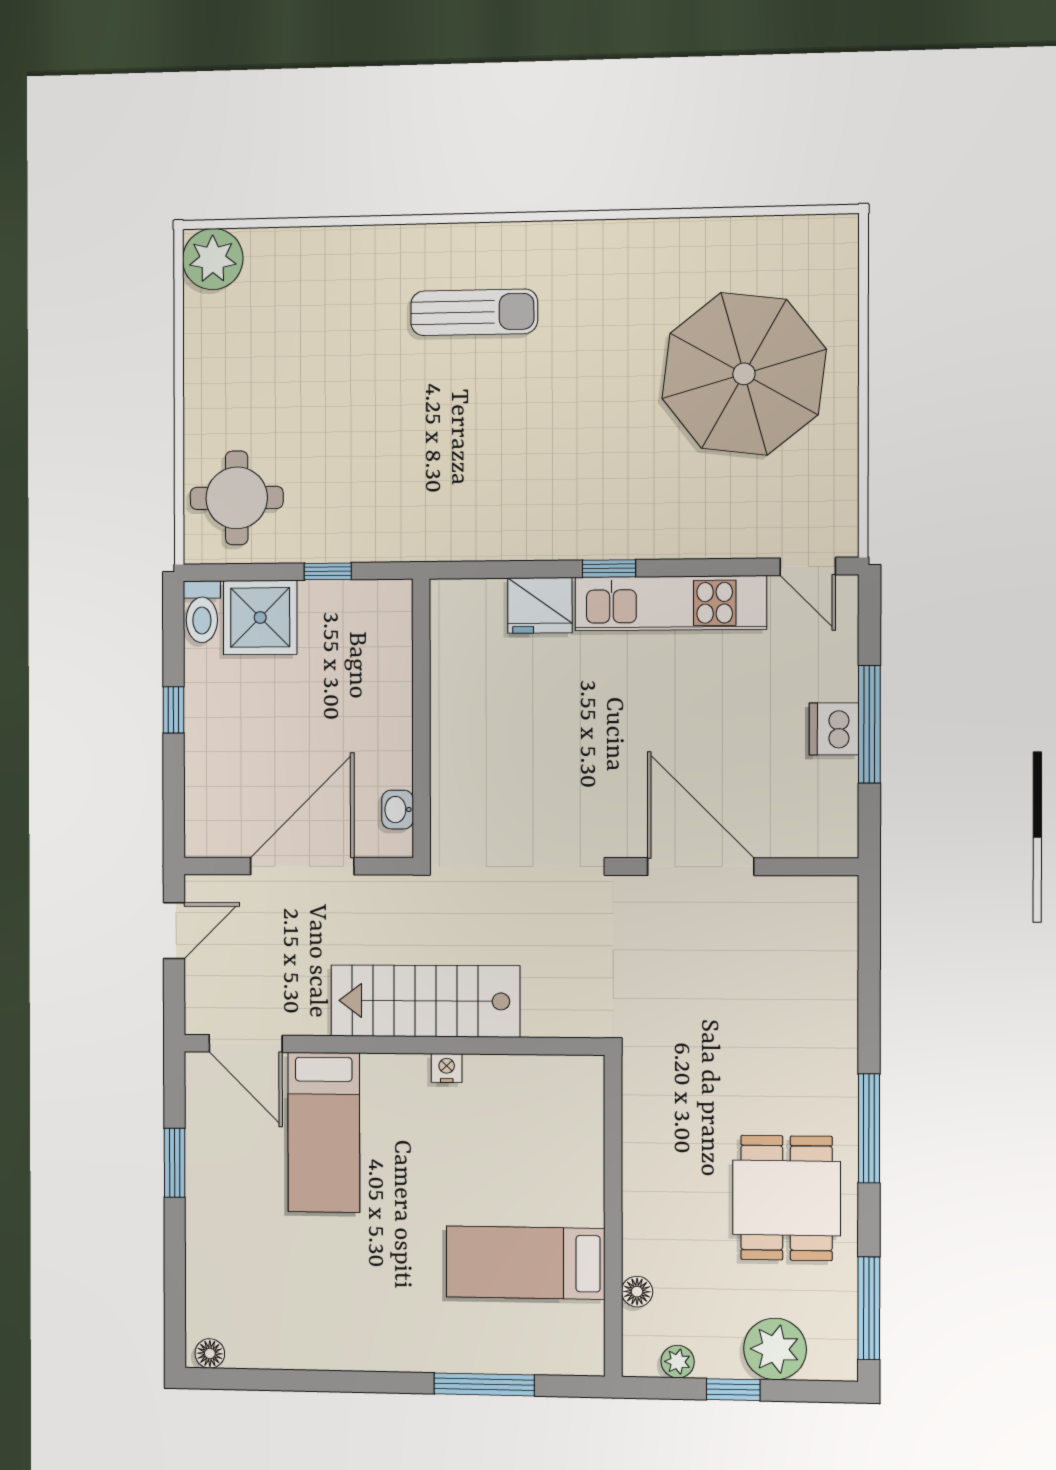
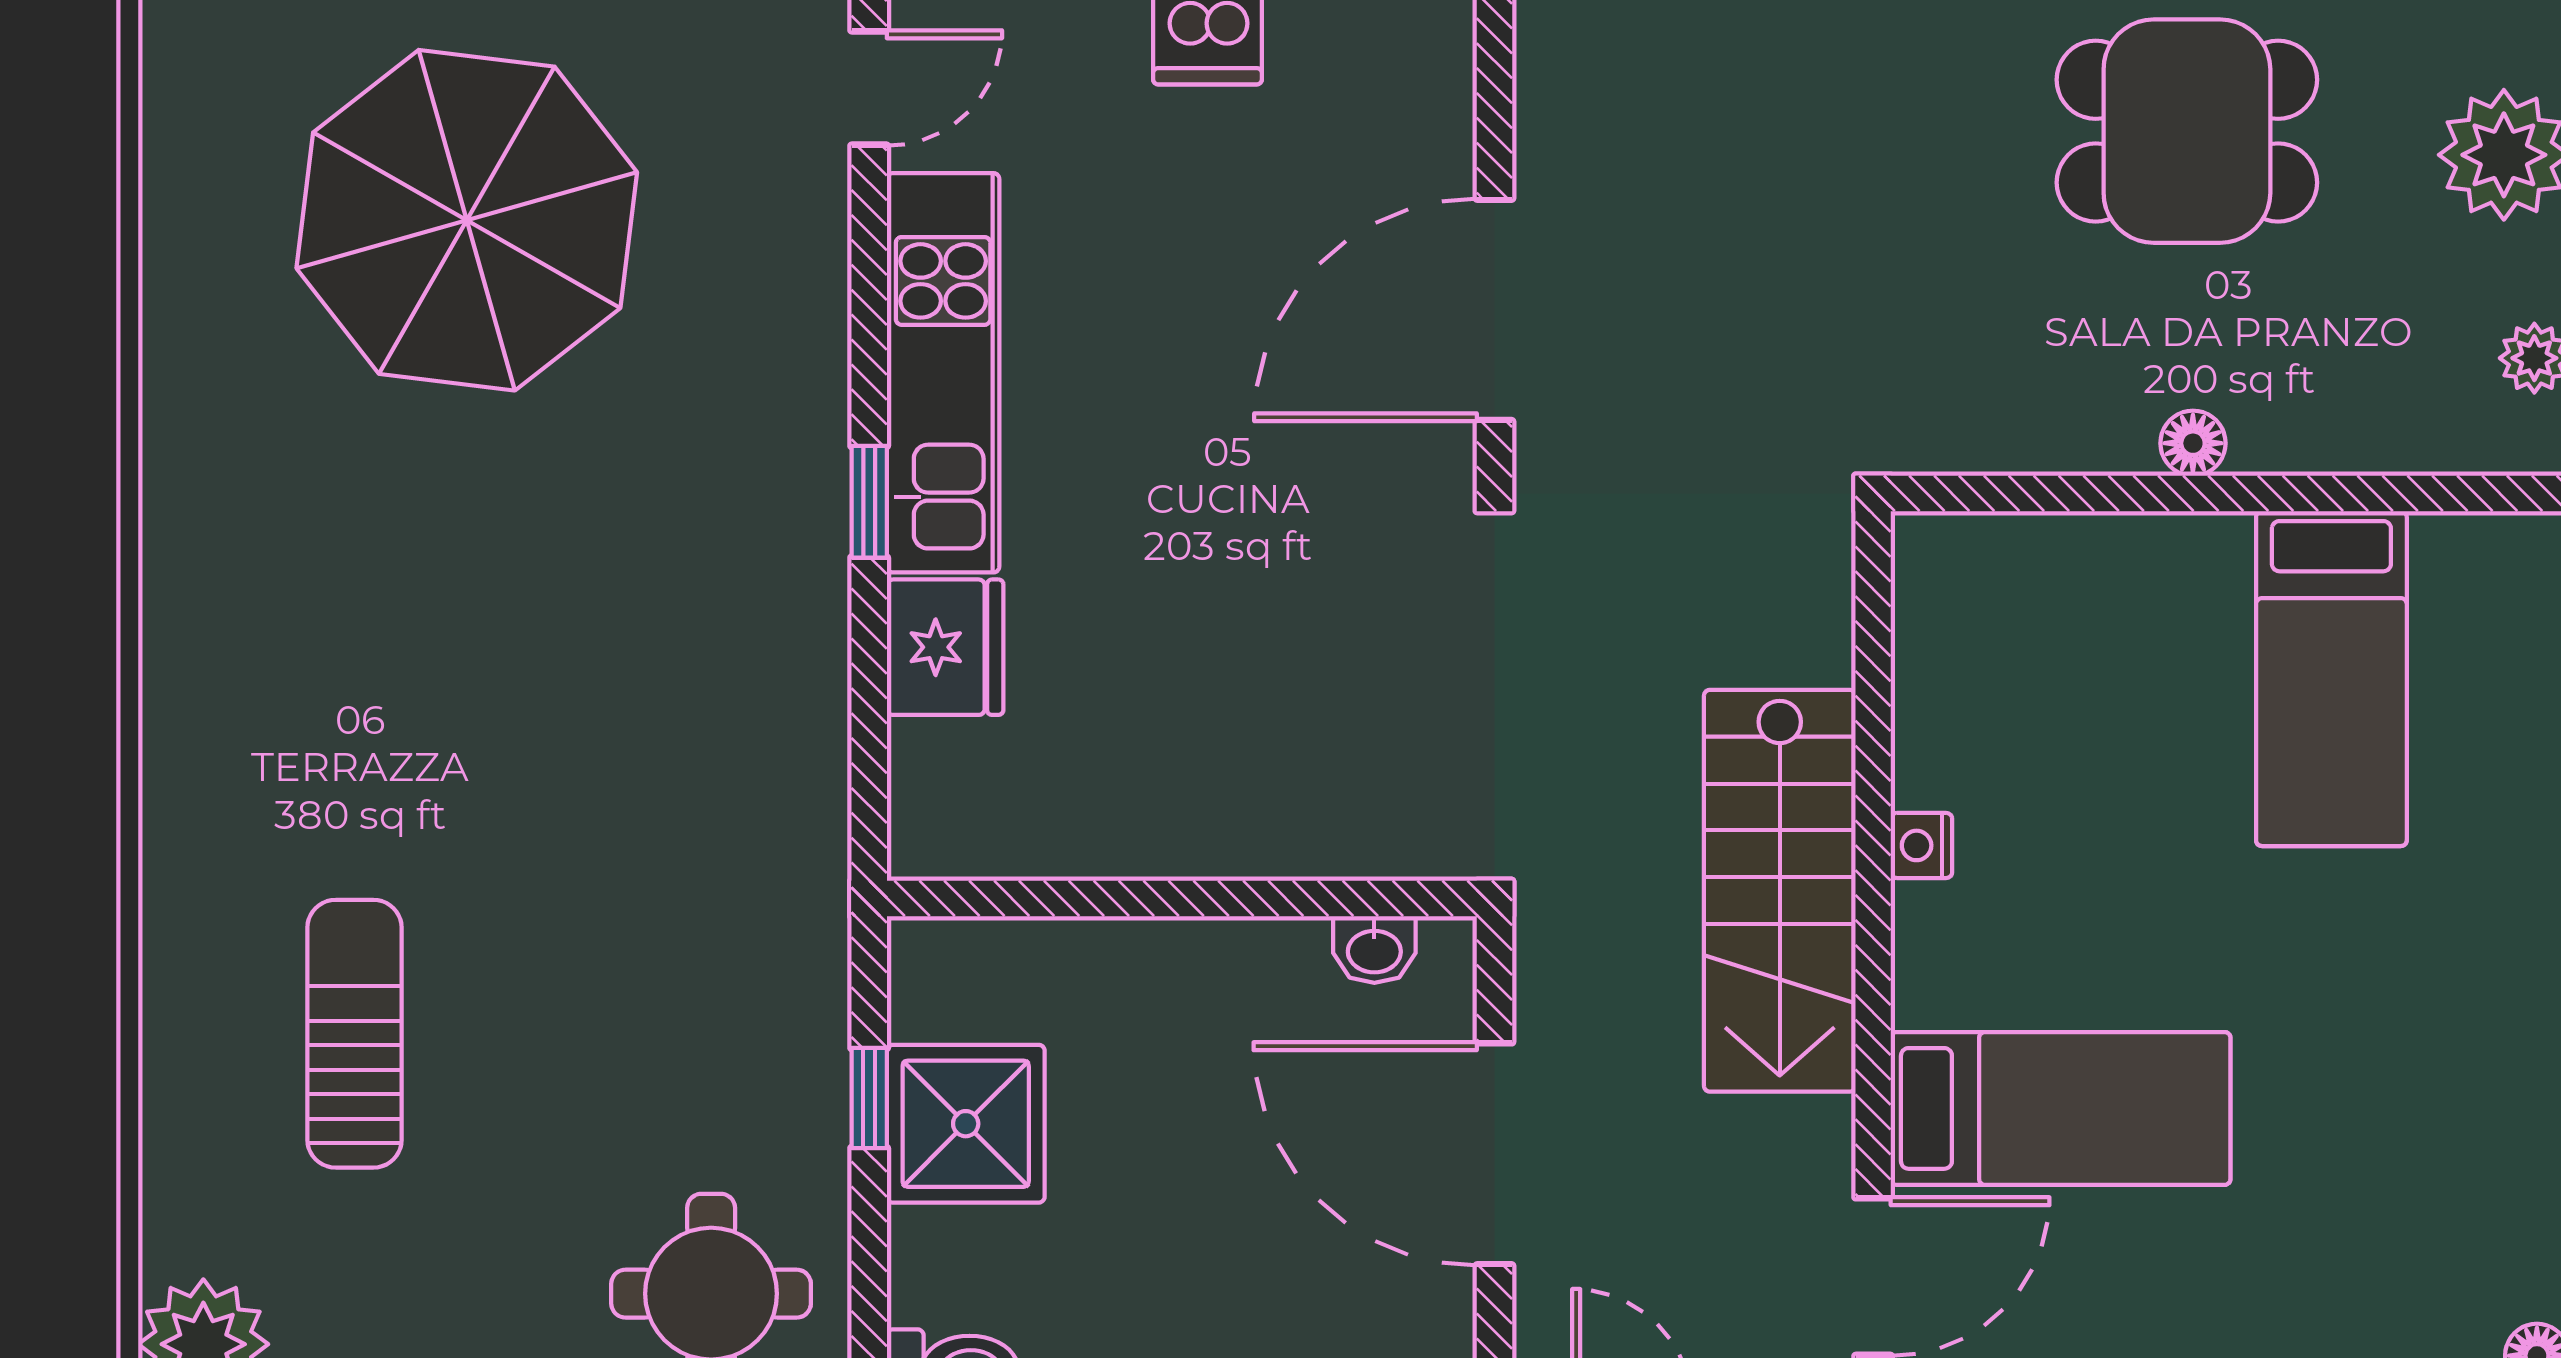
sun lounger: (474, 312) -> (355, 1034), moved
shower: (260, 617) -> (966, 1124), moved
floor lamp: (637, 1292) -> (2193, 443), moved

